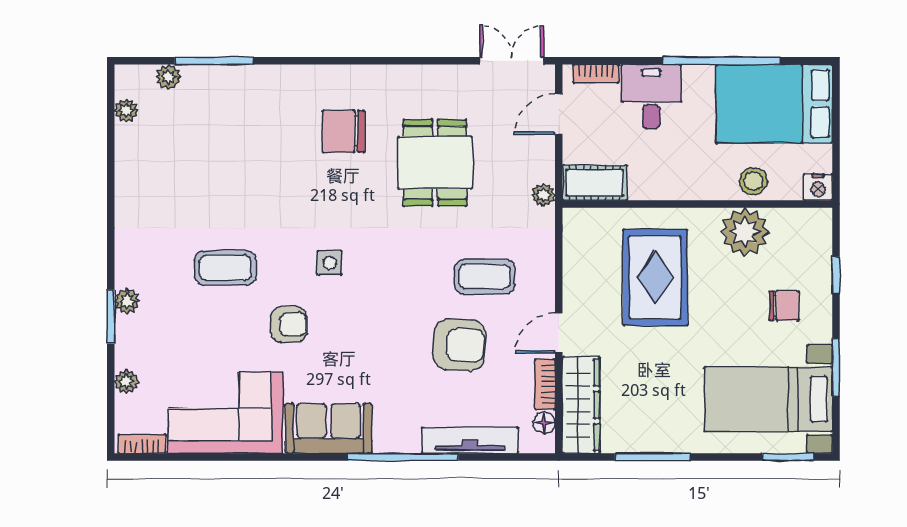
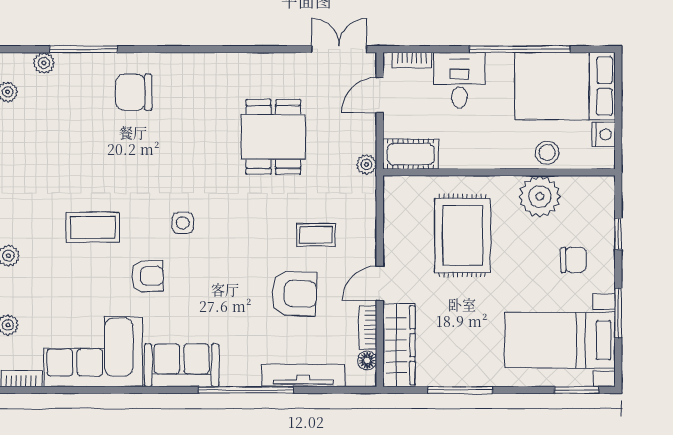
chair: (343, 131) -> (134, 92), moved
nightstand: (818, 187) -> (604, 134), moved, turned -90
coffee table: (485, 277) -> (316, 235), width x0.73, depth x0.77

